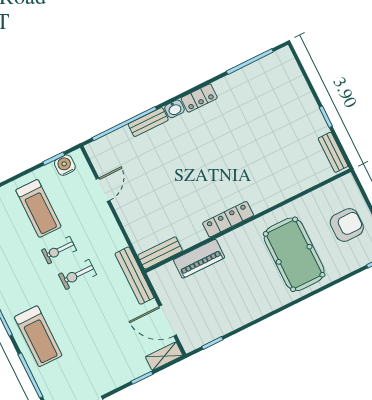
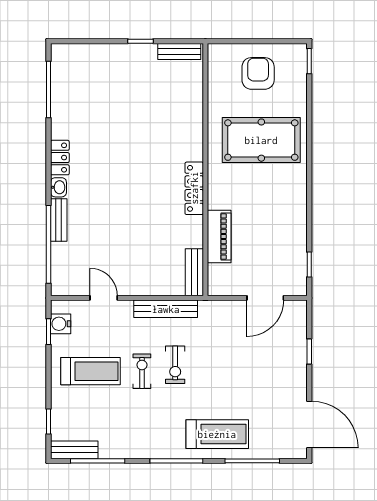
exercise bike: (59, 250) -> (142, 371), turned 180
bench: (134, 276) -> (166, 309), moved
shelving: (164, 356) -> (299, 319), removed

